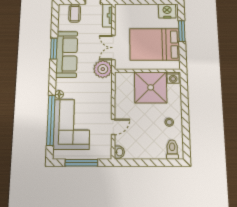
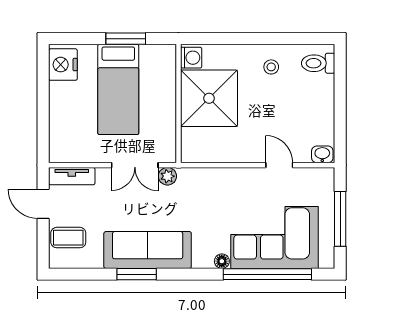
window: (182, 31) -> (126, 39), moved
bed: (155, 44) -> (118, 89), width x0.67
plant: (103, 69) -> (167, 176), width x0.53, depth x0.53

